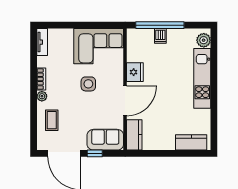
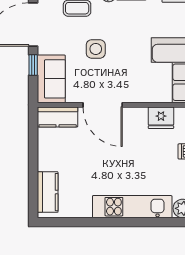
fridge: (135, 72) -> (161, 118), moved
side table: (88, 84) -> (96, 49), moved

